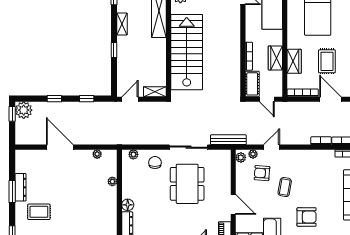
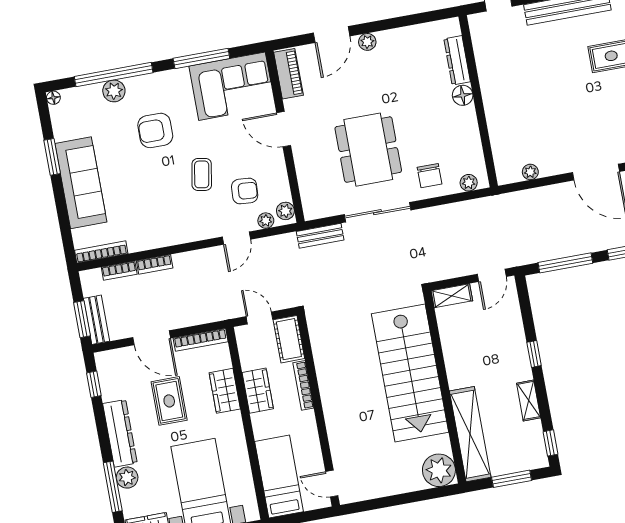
window: (87, 99) -> (565, 263), width x2.17
bench: (228, 140) -> (320, 236), width x0.73
plant: (112, 181) -> (496, 130), removed

